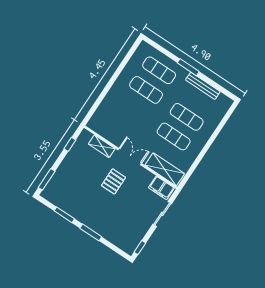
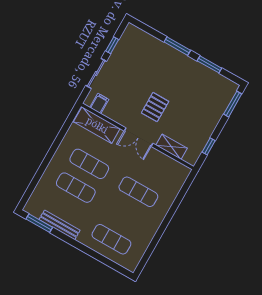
window: (188, 67) -> (39, 223), moved
exercise mat: (146, 90) -> (138, 192), moved
filing cabinet: (161, 188) -> (99, 103), width x0.50
window: (140, 248) -> (112, 45), moved

